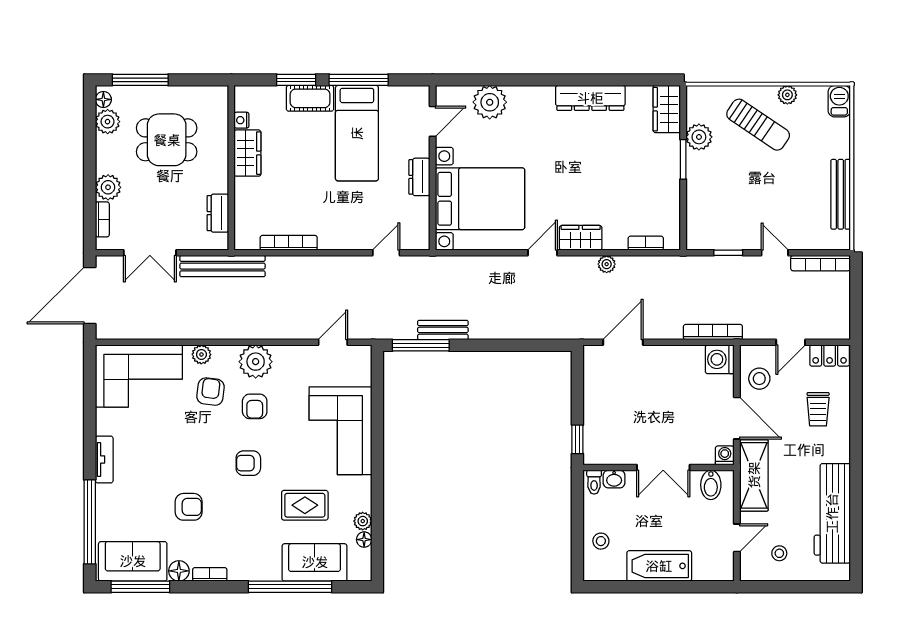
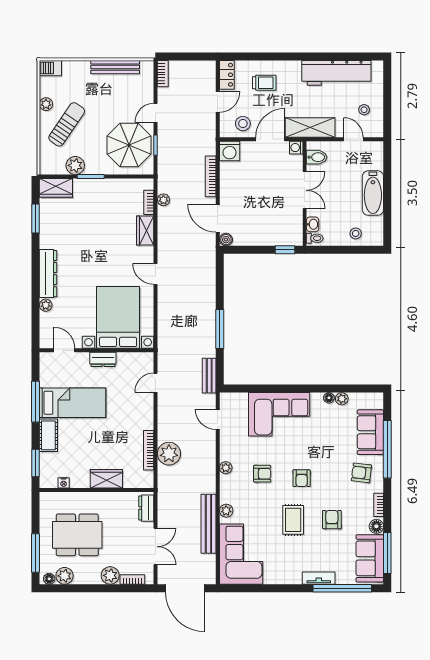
window: (296, 80) -> (36, 463), moved
window: (623, 80) -> (36, 218), added
dresser: (590, 98) -> (48, 274), moved
plant: (490, 102) -> (46, 305), width x0.53, depth x0.53
dining table: (167, 140) -> (77, 535), width x1.38
wardrobe: (247, 153) -> (106, 479), moved
dresser: (218, 213) -> (146, 508), moved, turned 90
parasol: (728, 214) -> (129, 145), added
wardrobe: (581, 238) -> (145, 231), moved
door: (386, 253) -> (156, 383), hinge flipped
bookcase: (821, 263) -> (163, 74), width x0.64
plant: (607, 264) -> (163, 200), moved
bench: (223, 266) -> (208, 524), moved
plant: (284, 272) -> (169, 454), added
bench: (443, 330) -> (209, 376), moved
bookcase: (713, 332) -> (211, 176), moved
door: (791, 342) -> (218, 102), hinge flipped
window: (421, 345) -> (220, 329), moved
boiler: (592, 354) -> (226, 240), added
plant: (256, 362) -> (226, 468), width x0.53, depth x0.53
armchair: (210, 392) -> (361, 473), moved
tv unit: (104, 460) -> (319, 578), moved
rug: (305, 505) -> (293, 520), moved
floor lamp: (364, 540) -> (329, 398), moved

